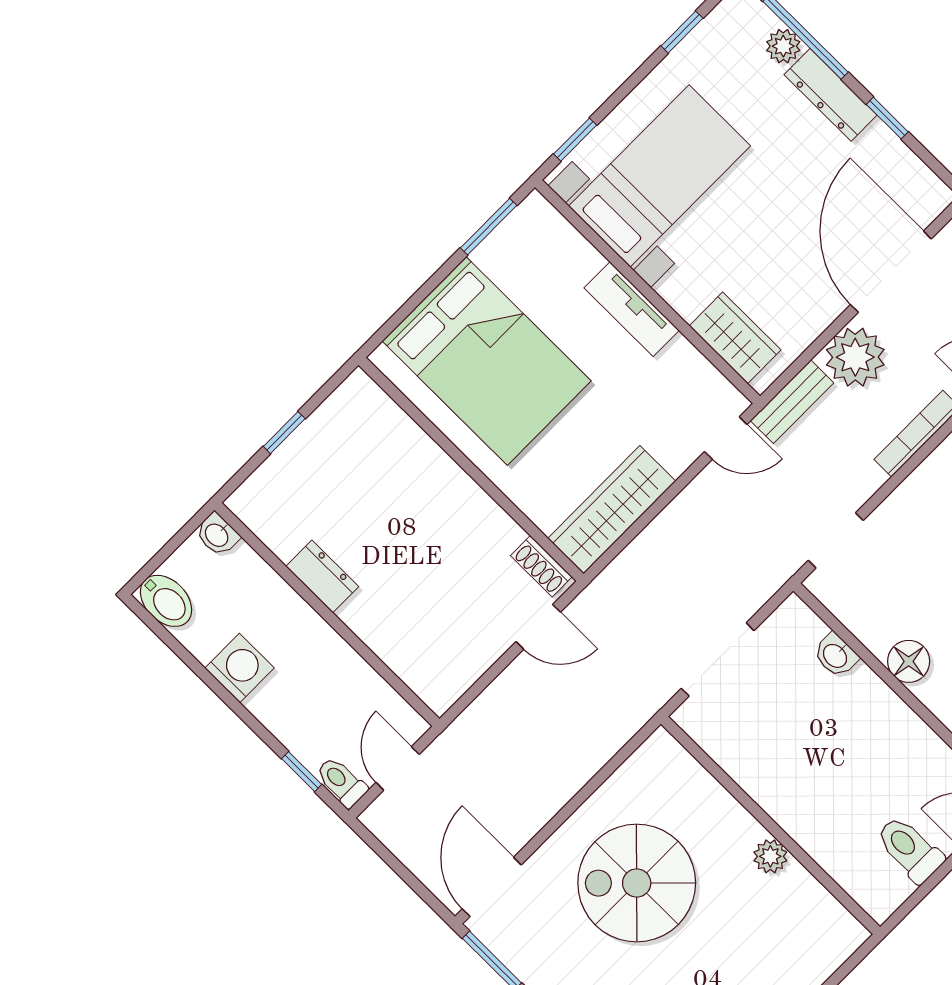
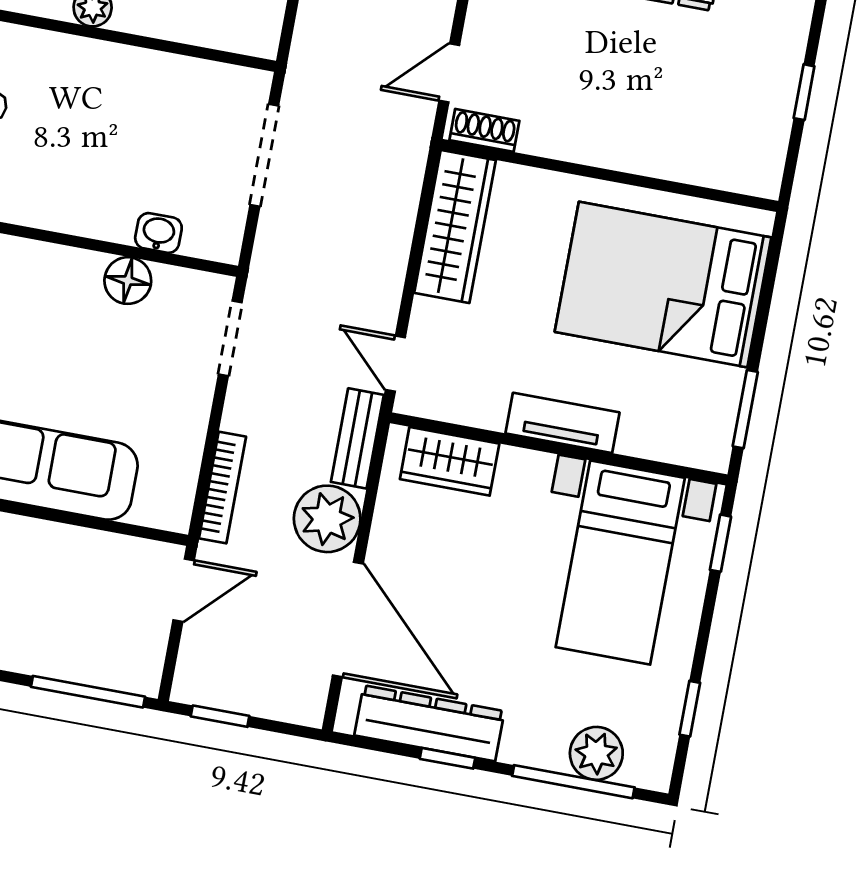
plant: (783, 46) -> (596, 753), width x1.38, depth x1.38
dresser: (831, 95) -> (429, 723), moved, width x1.37, depth x1.24
door: (726, 438) -> (395, 364), hinge flipped
floor lamp: (909, 661) -> (128, 281), moved

